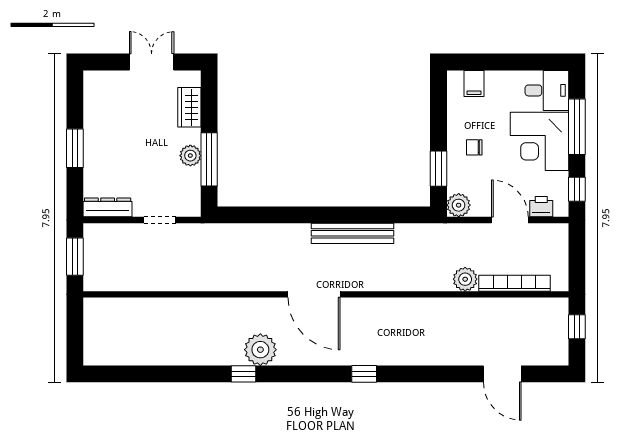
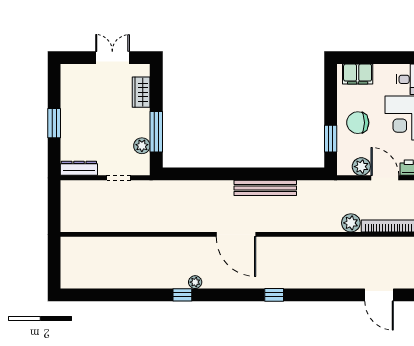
filing cabinet: (474, 83) -> (358, 74), width x2.00
chair: (474, 147) -> (358, 123), width x1.87, depth x1.87
plant: (190, 156) -> (142, 146), moved
plant: (459, 205) -> (361, 167), moved
window: (75, 257) -> (54, 206), removed
plant: (260, 350) -> (195, 282), width x0.53, depth x0.53

